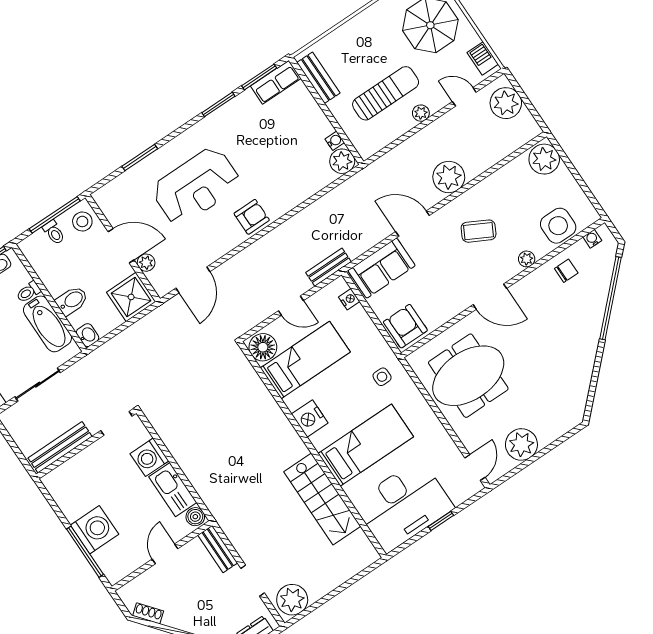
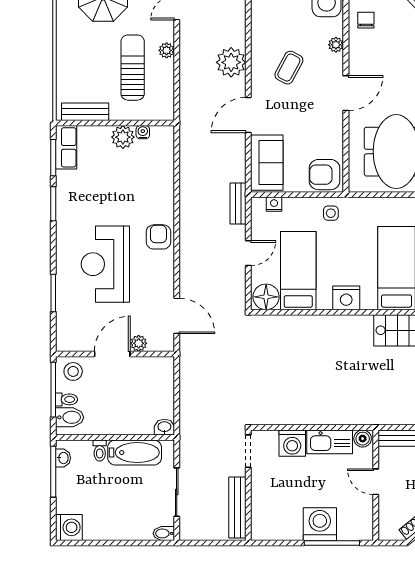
plant: (342, 161) -> (123, 137), moved
reception desk: (196, 186) -> (105, 264), turned 180
shower: (131, 297) -> (158, 373), removed
bidet: (72, 301) -> (70, 417), moved, turned 90
side table: (382, 377) -> (331, 213), moved

